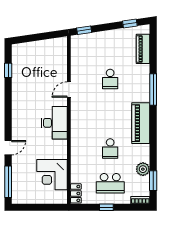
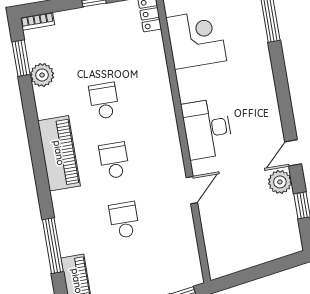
plant: (18, 86) -> (280, 182), added
window: (153, 89) -> (53, 246), moved
door: (8, 148) -> (293, 153), moved
school desk: (110, 183) -> (114, 160), moved, width x0.54

